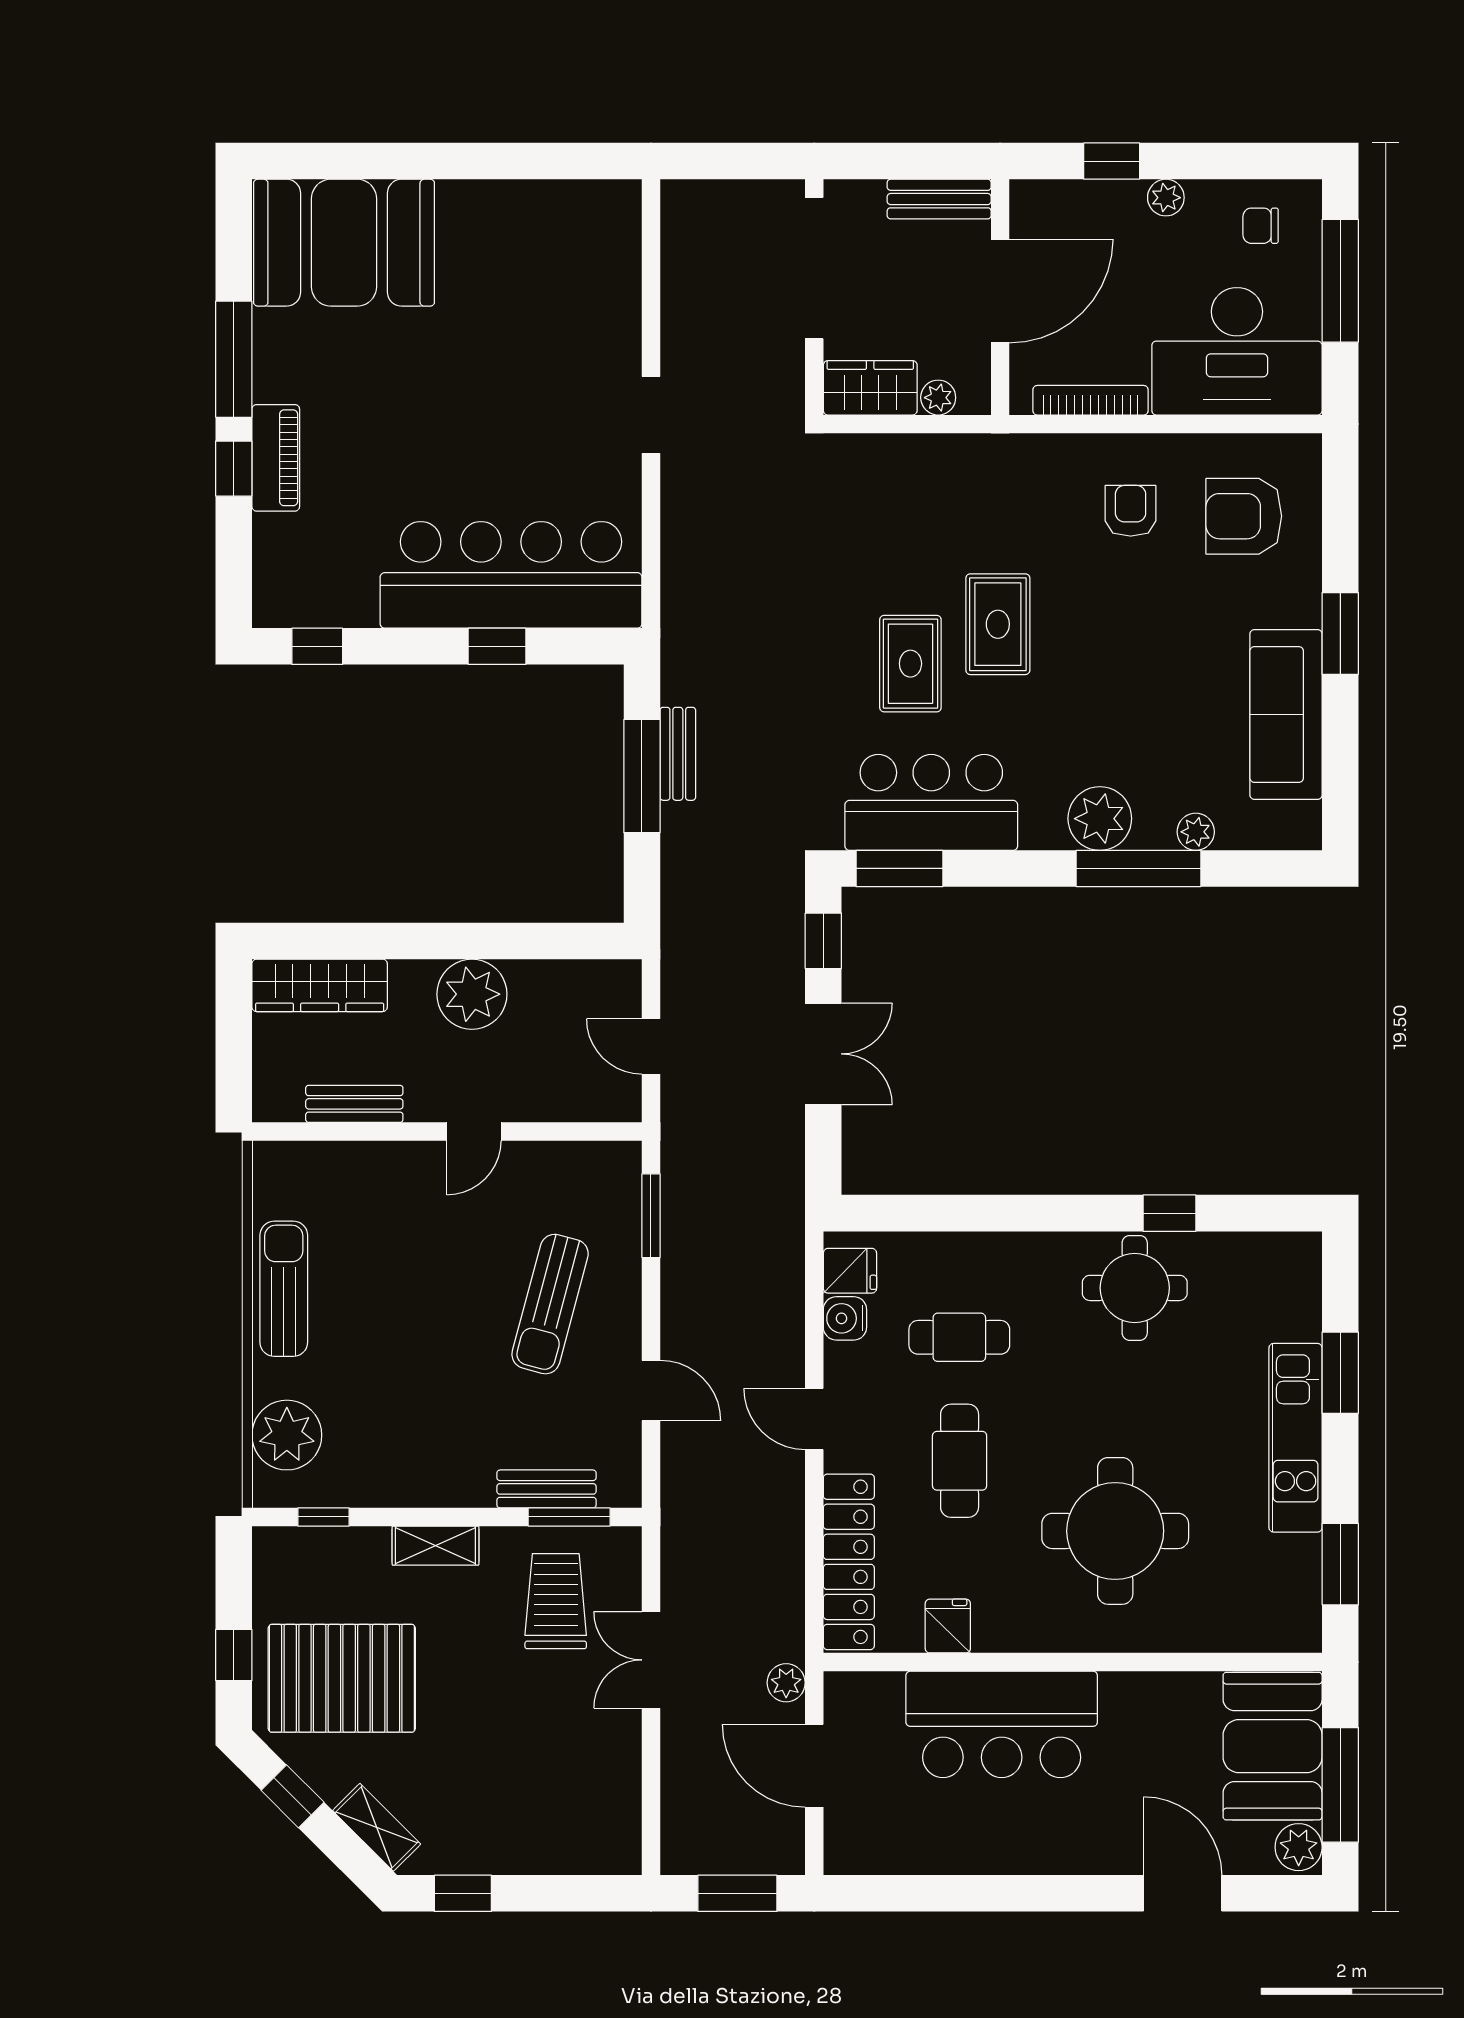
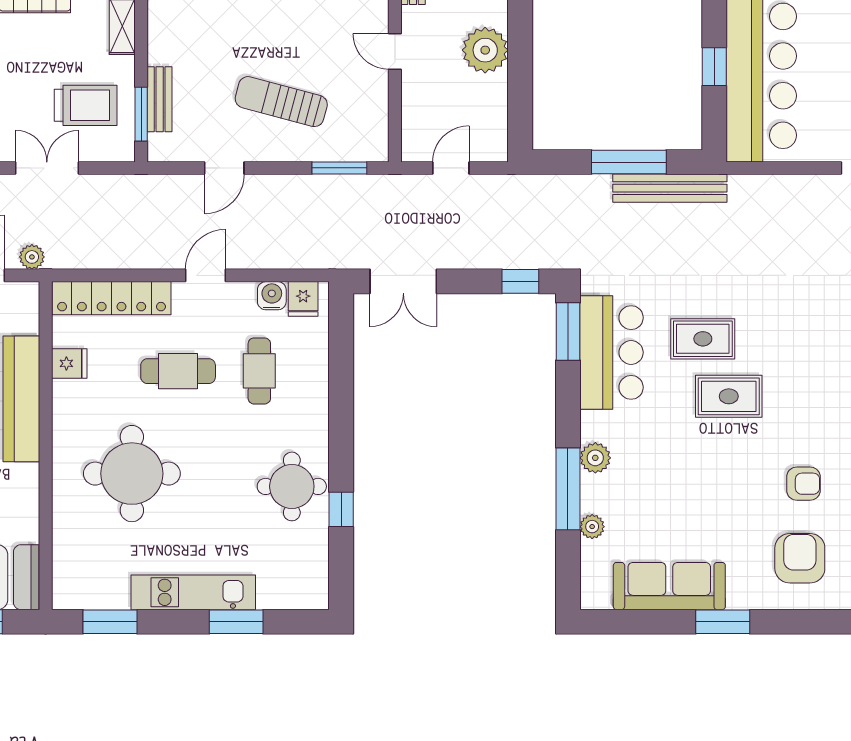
bench: (678, 754) -> (670, 188), width x1.86, depth x1.21
plant: (1100, 819) -> (595, 458), width x0.73, depth x0.73
double door: (823, 1054) -> (403, 281), moved

